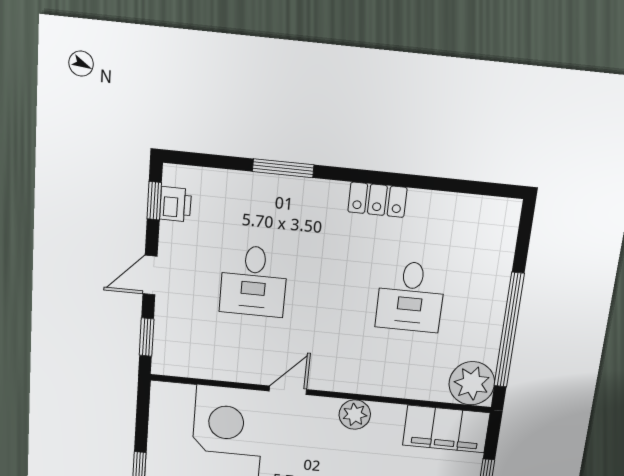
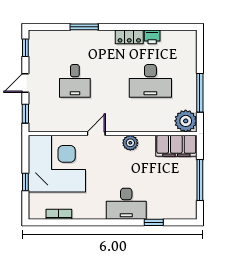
printer: (175, 204) -> (152, 37), moved, turned 90
desk: (411, 296) -> (150, 81), width x1.37
window: (509, 330) -> (200, 93), width x0.68

